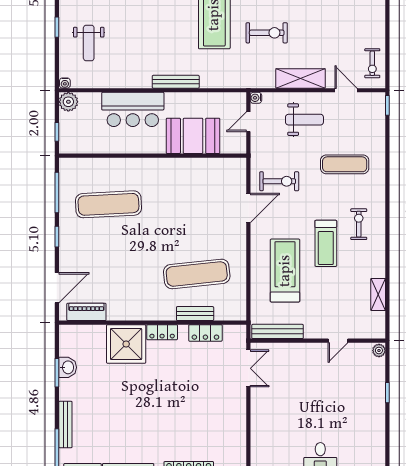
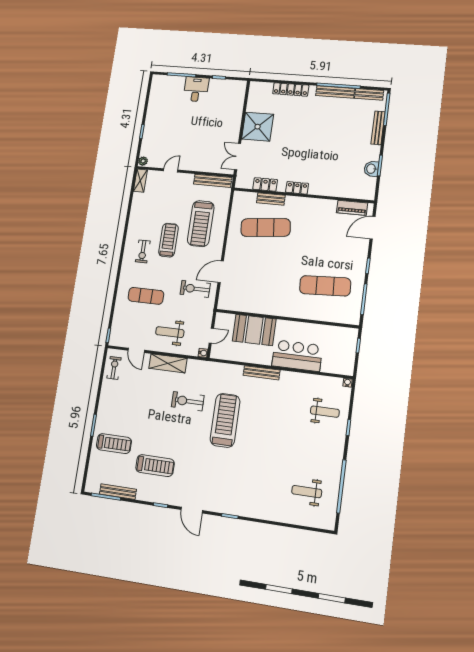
weight bench: (89, 43) -> (325, 412), turned 90
plant: (68, 102) -> (346, 368), removed
shelving: (378, 294) -> (140, 181), moved
shower: (126, 344) -> (258, 127), moved

